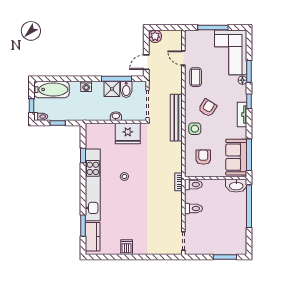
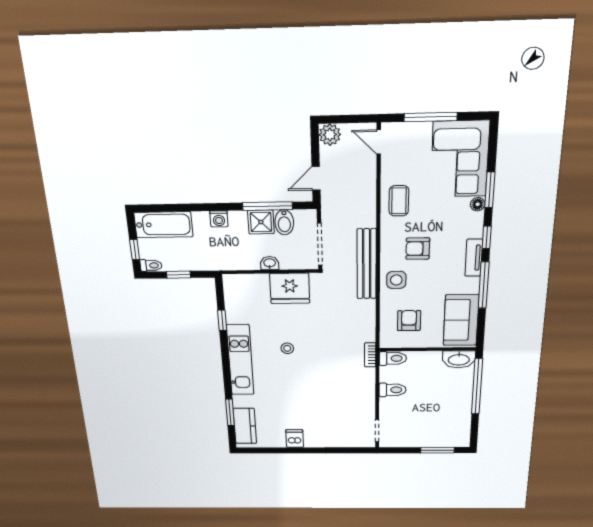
door: (183, 58) -> (379, 142), moved
armchair: (208, 108) -> (418, 249), turned -122
window: (249, 155) -> (484, 285), moved
kitchen unit: (93, 185) -> (240, 360), width x0.73

